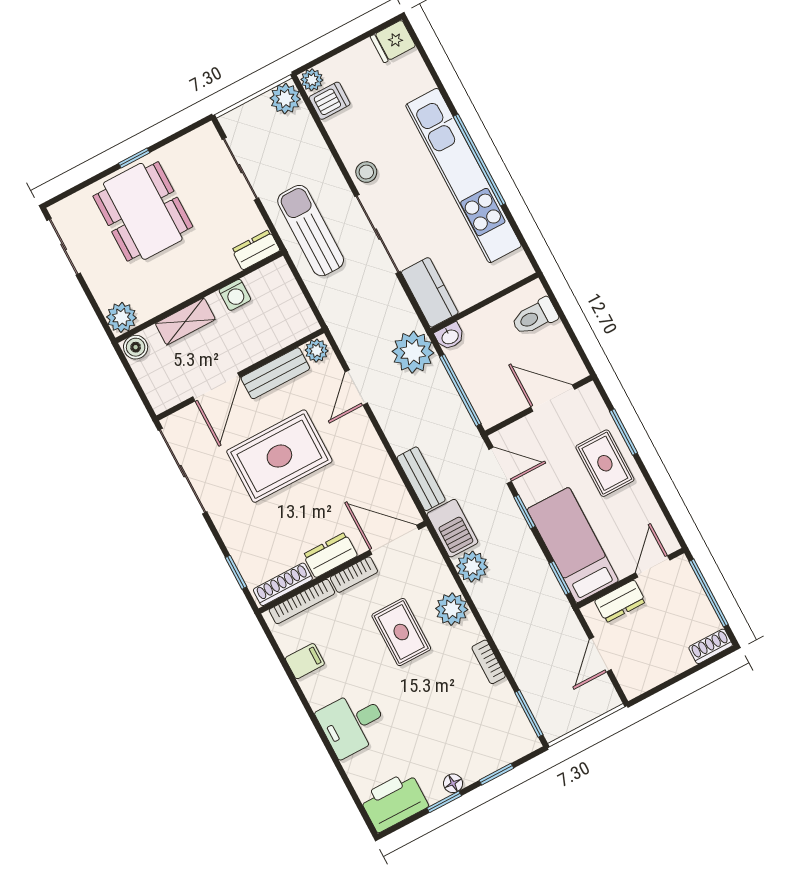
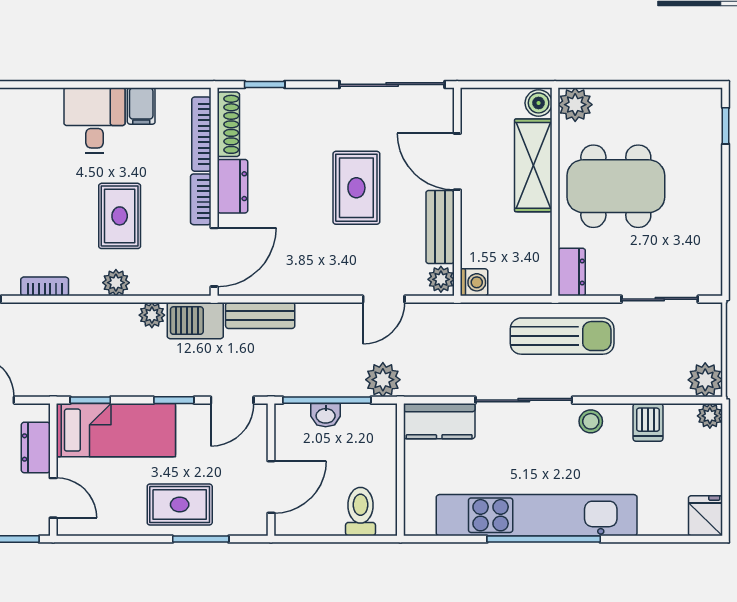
dishwasher: (330, 101) -> (648, 422), moved
window: (134, 158) -> (726, 126), moved
dining table: (143, 211) -> (616, 186), moved
sliding door: (64, 247) -> (675, 84), removed
washing machine: (235, 295) -> (474, 282), moved, turned 180
shelving: (185, 321) -> (533, 165), width x1.50, depth x1.33
washbasin: (450, 336) -> (326, 415), moved, turned -90
plant: (413, 352) -> (383, 380), width x0.73, depth x0.73
door: (356, 388) -> (384, 299), swing flipped
rug: (279, 456) -> (356, 188), width x0.73, depth x0.70
plant: (472, 567) -> (152, 315), width x0.73, depth x0.73
plant: (452, 609) -> (116, 283), width x0.73, depth x0.73
rug: (401, 632) -> (120, 216), turned 90
desk: (353, 723) -> (94, 120), moved

